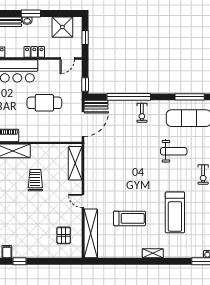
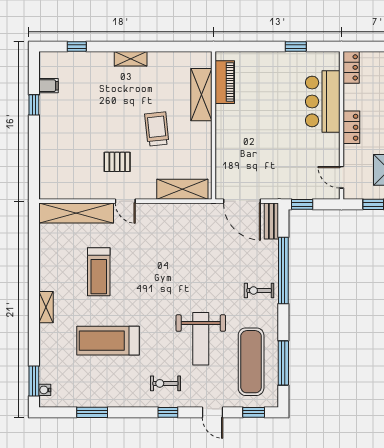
cafe table: (44, 103) -> (274, 143), removed
weight bench: (174, 151) -> (201, 339), width x1.36, depth x1.33
trolley: (35, 180) -> (157, 129), turned -96
door: (83, 201) -> (125, 201), swing flipped
pallet: (64, 235) -> (117, 162), moved

